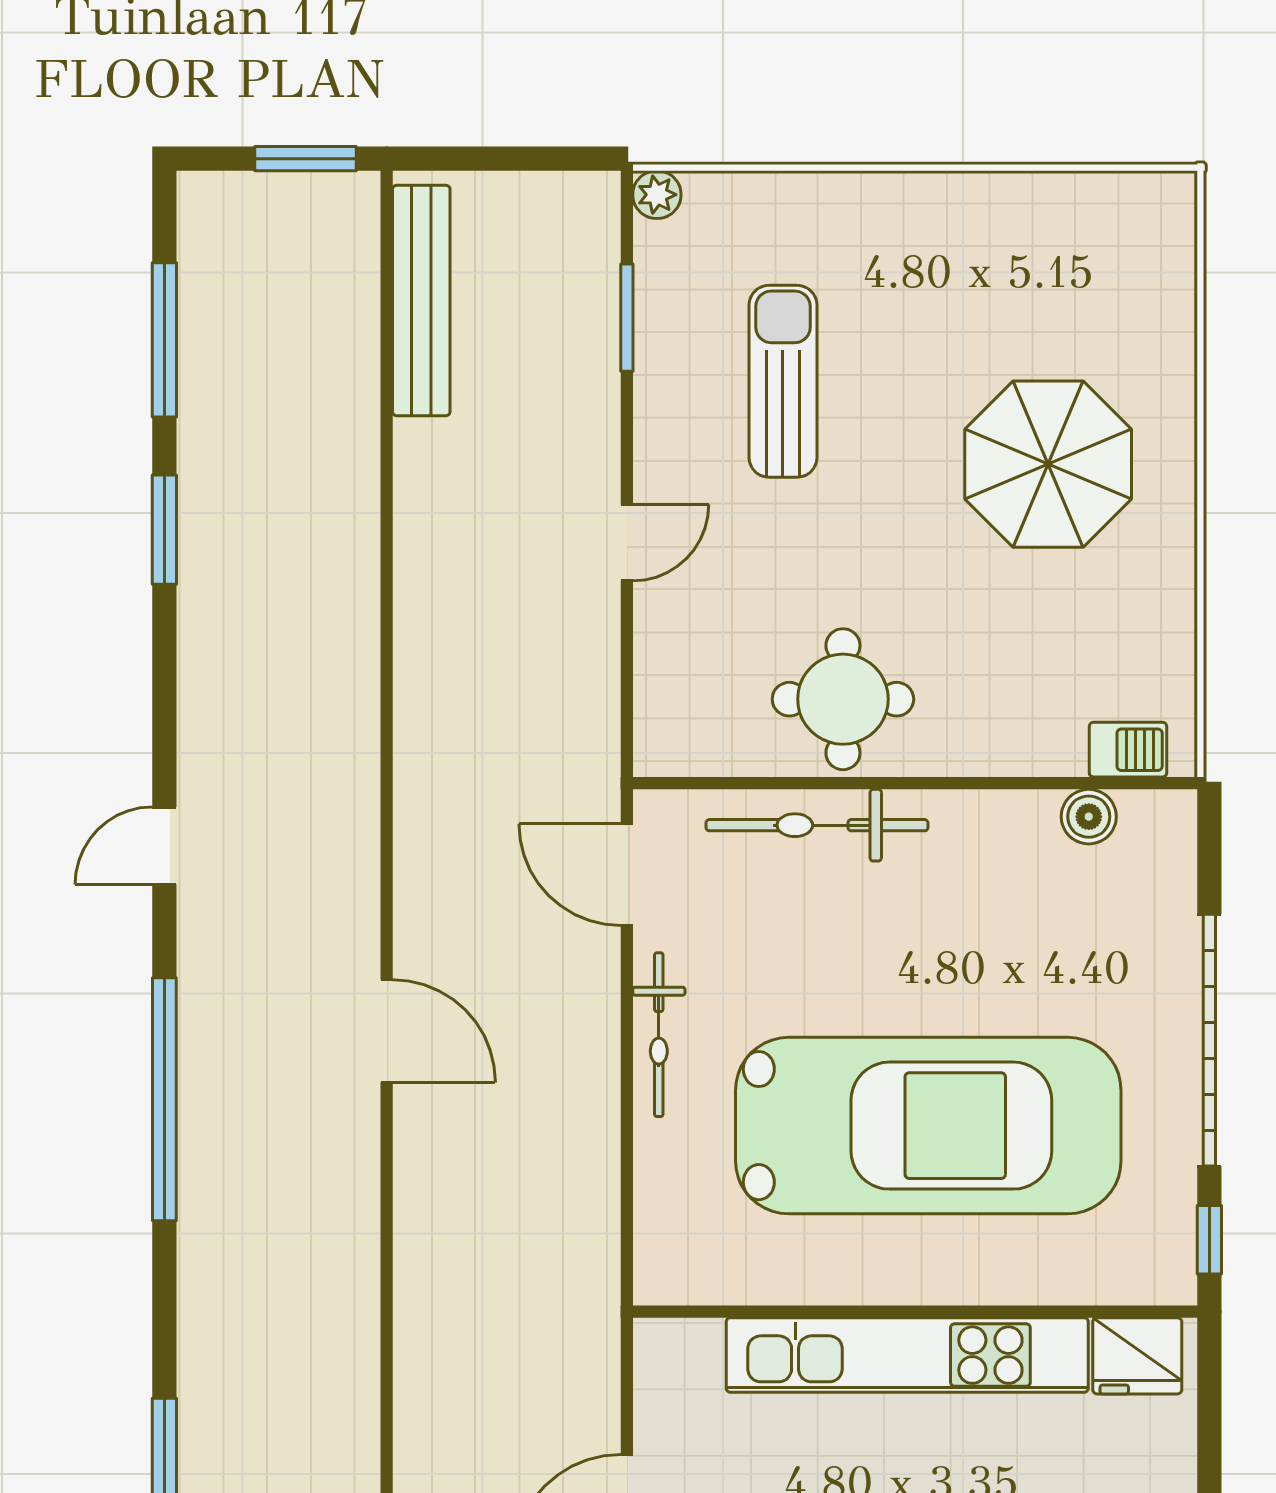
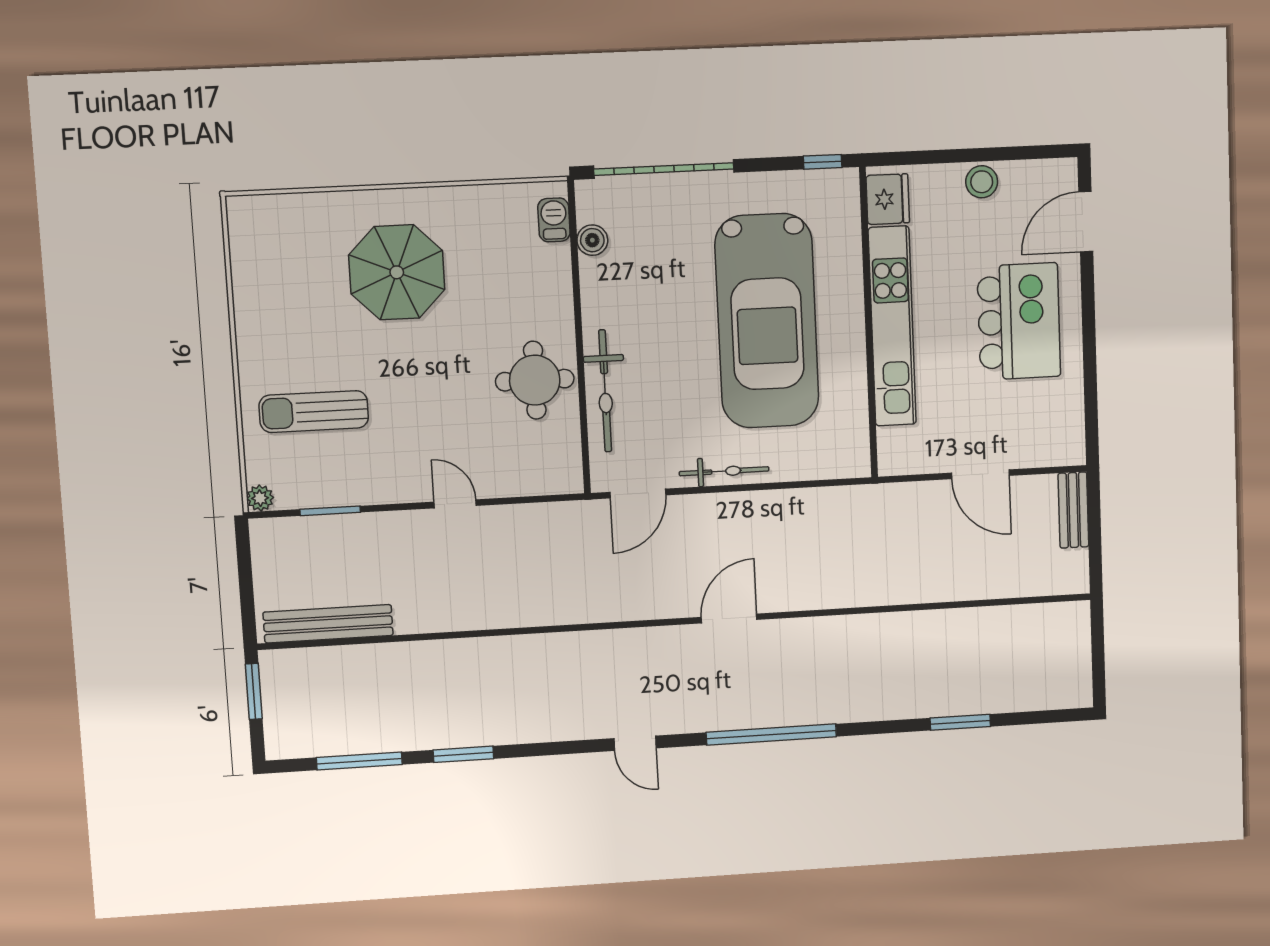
sun lounger: (783, 381) -> (314, 412), moved
garage door: (1209, 1040) -> (664, 169), moved
car: (928, 1126) -> (767, 321), turned 180

